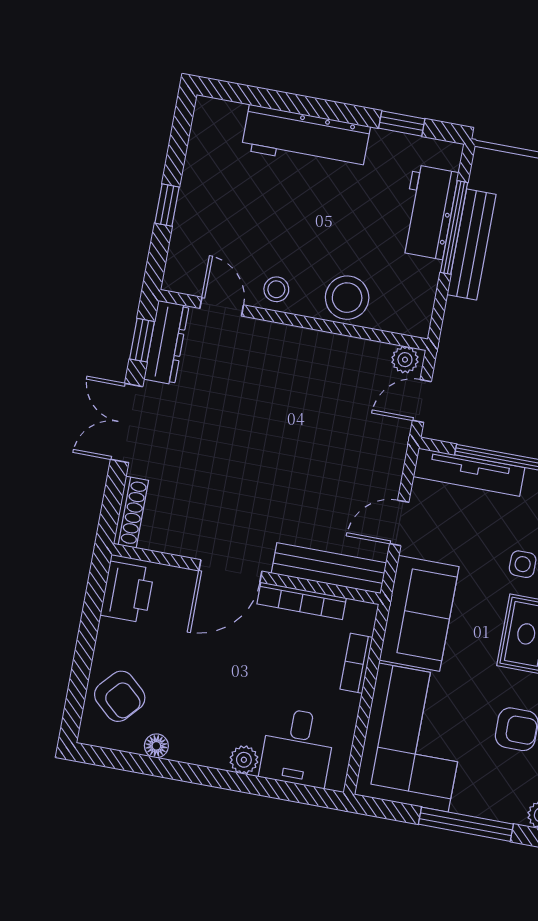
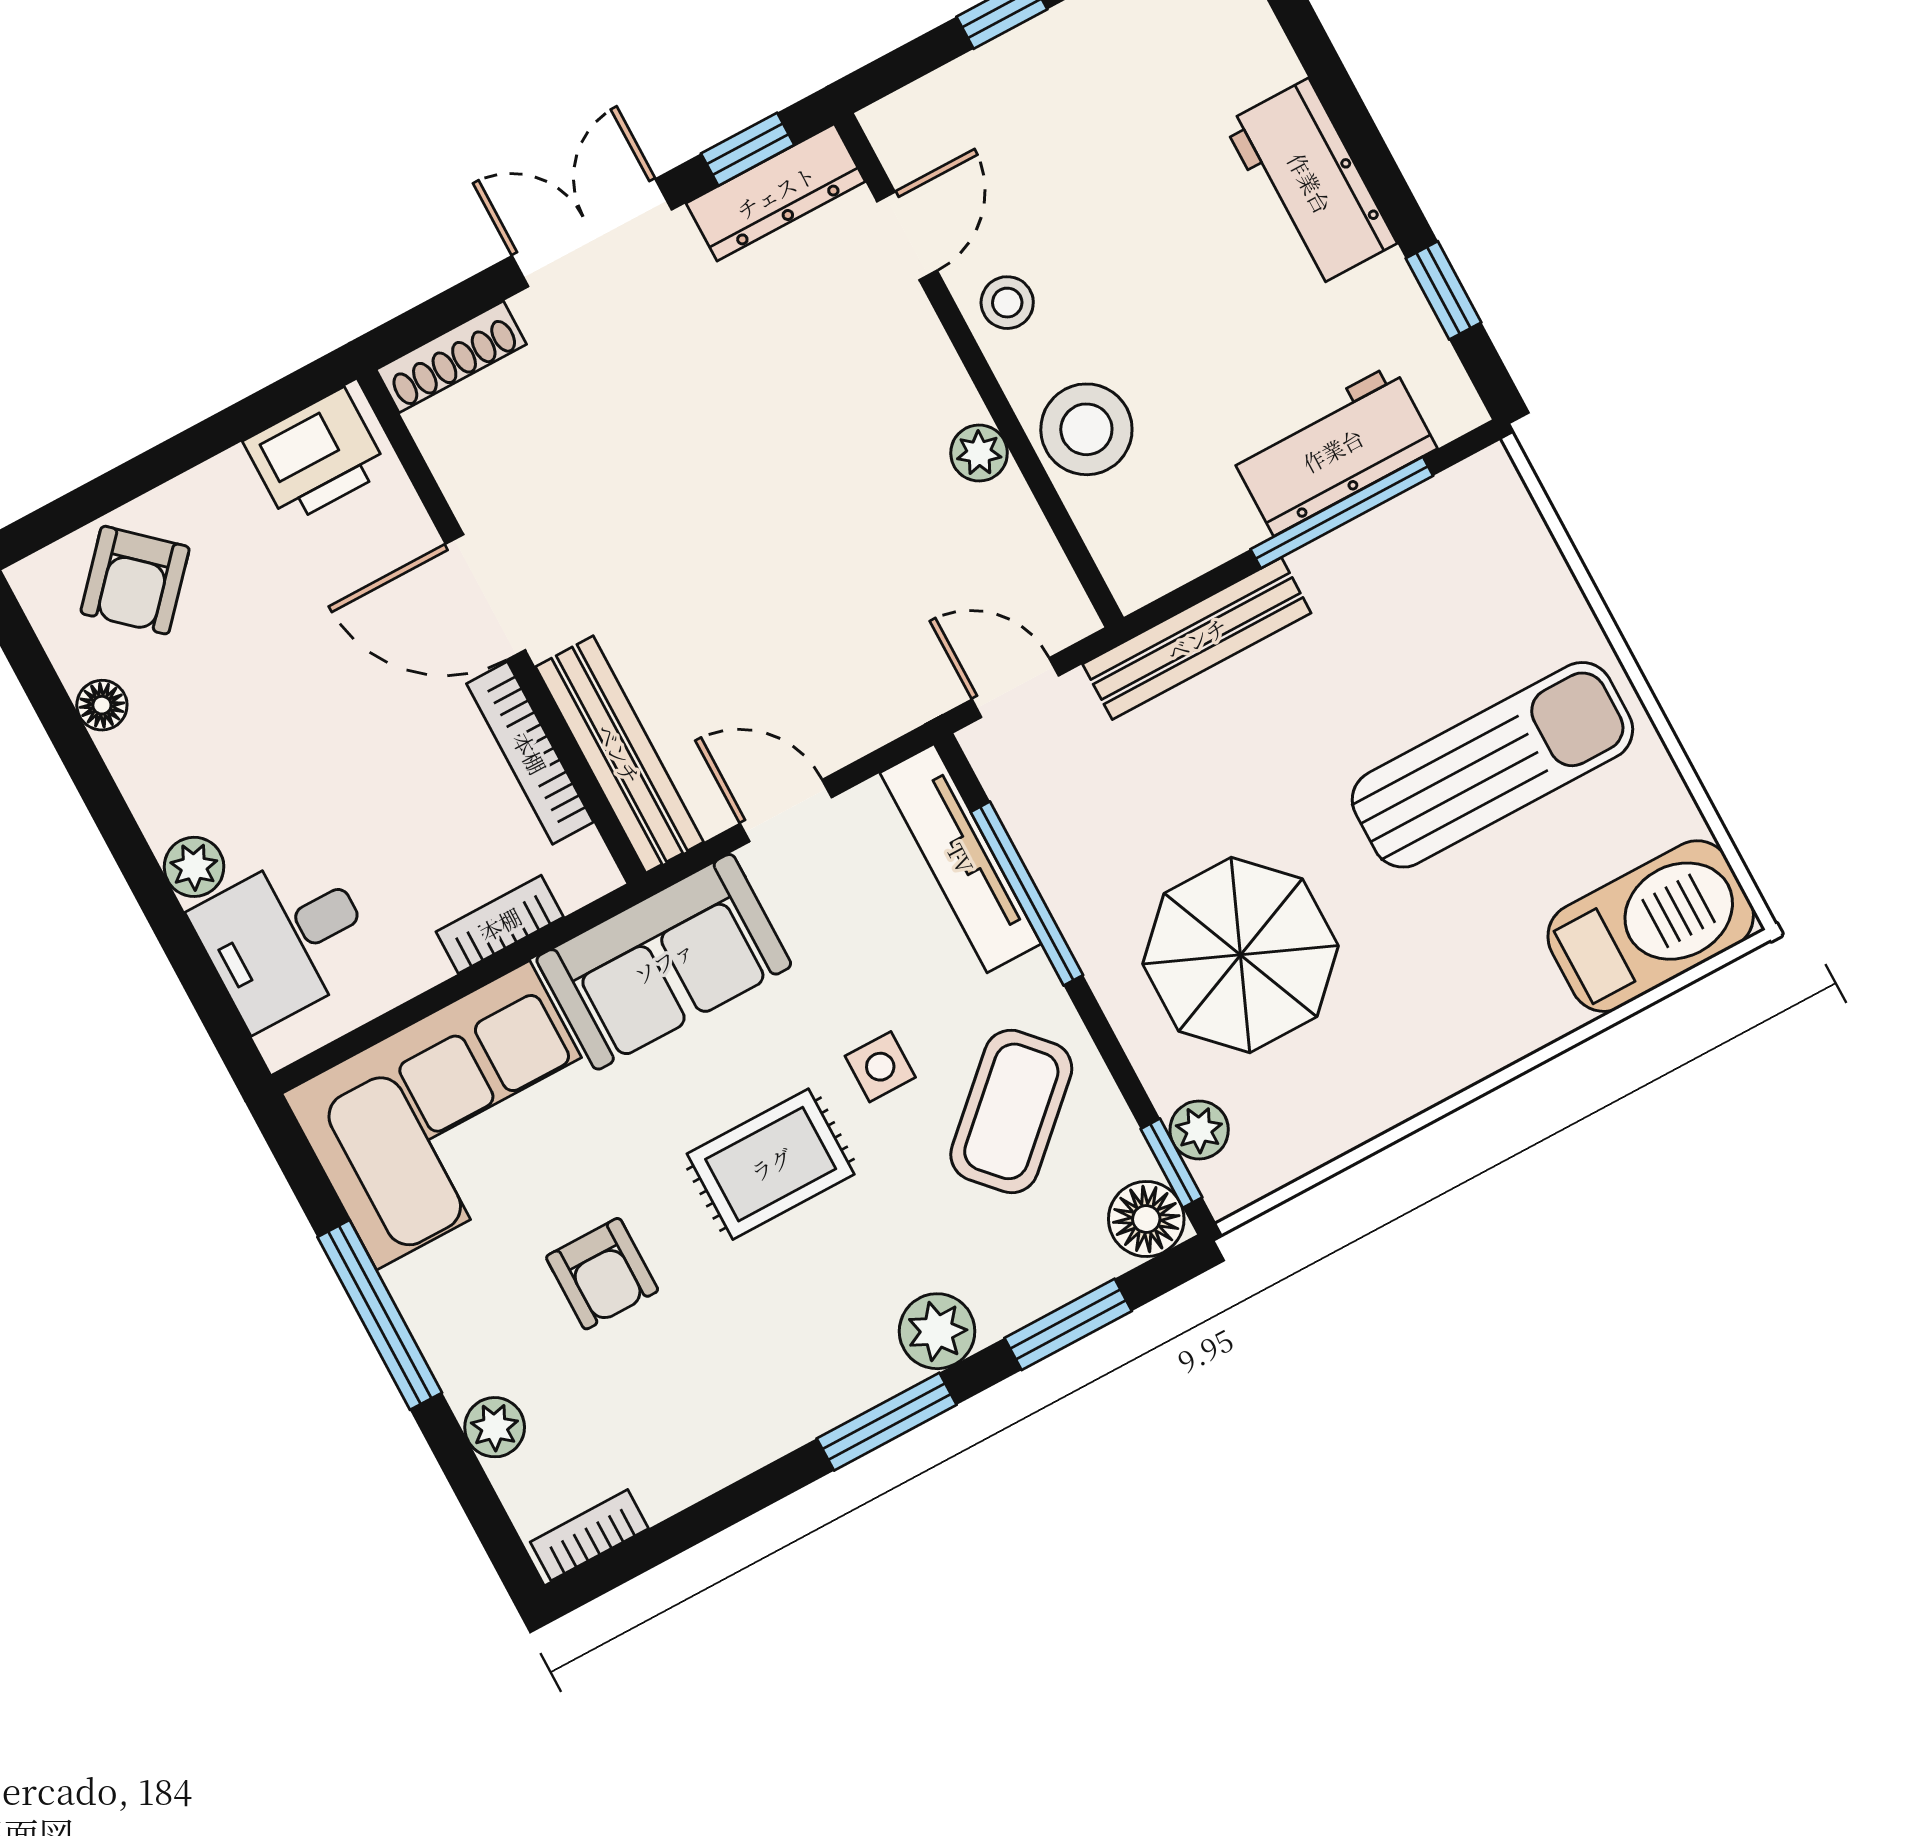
workbench: (306, 138) -> (1310, 183), width x0.73
bench: (472, 244) -> (1197, 639), moved
plant: (405, 360) -> (979, 453), moved

